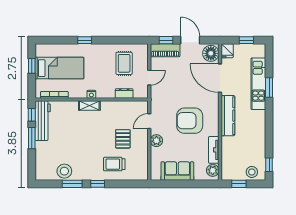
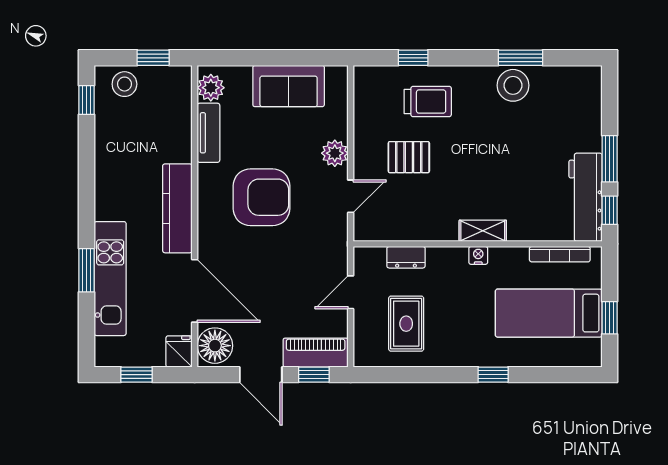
pallet: (123, 139) -> (409, 157), turned 90
stool: (64, 171) -> (513, 85), moved
window: (98, 184) -> (413, 58), moved

